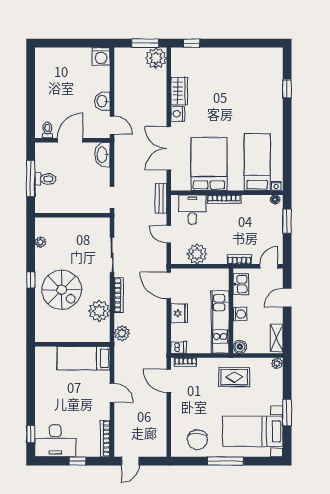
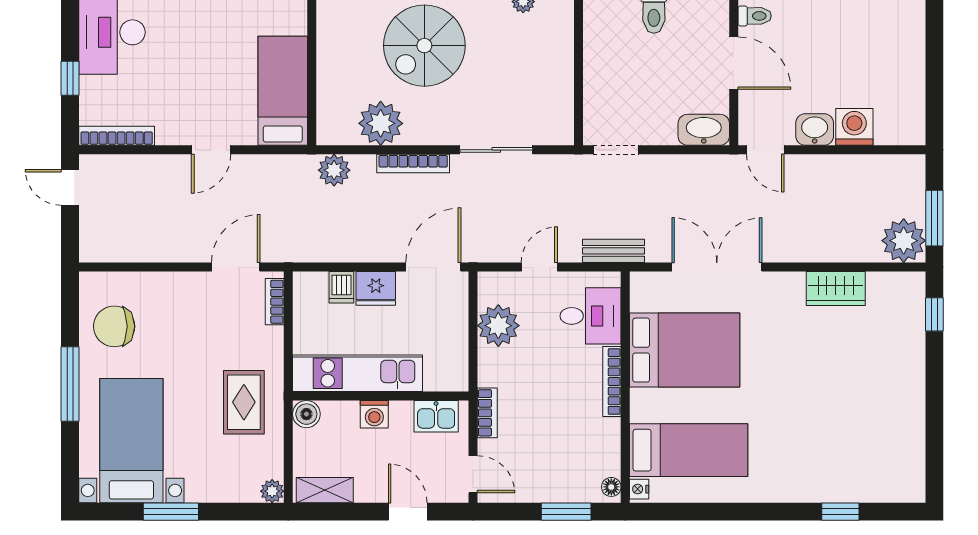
washing machine: (101, 56) -> (854, 127), moved, turned 90
nightstand: (178, 114) -> (788, 286), removed
door: (112, 125) -> (765, 150), hinge flipped
dishwasher: (179, 347) -> (341, 287), moved

